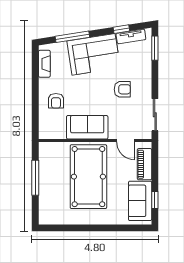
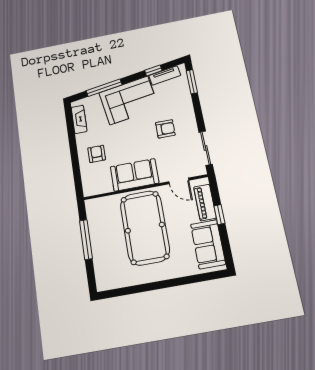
armchair: (56, 101) -> (97, 154), turned 180
window: (155, 200) -> (219, 215), moved

